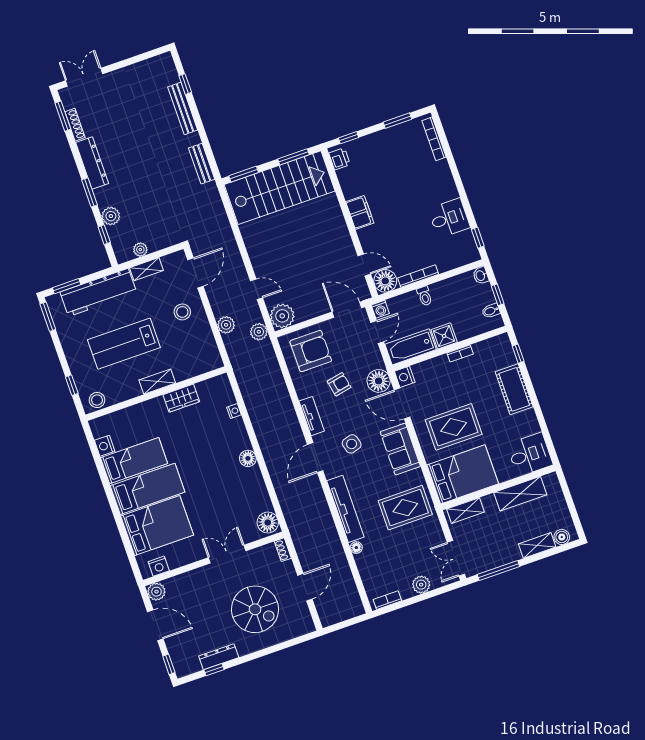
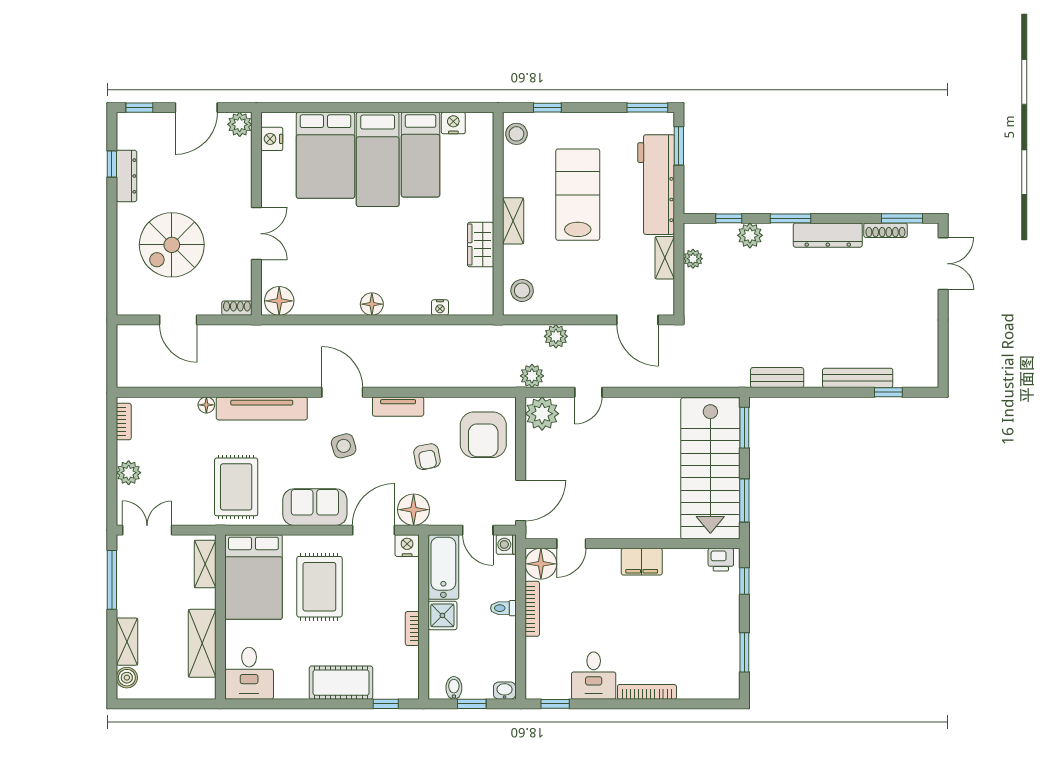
bookcase: (434, 139) -> (647, 692), moved
stool: (182, 312) -> (522, 290), moved

